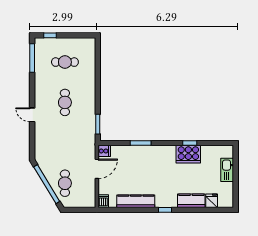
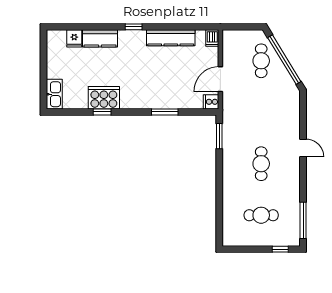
kitchen sink: (227, 170) -> (54, 94), moved

